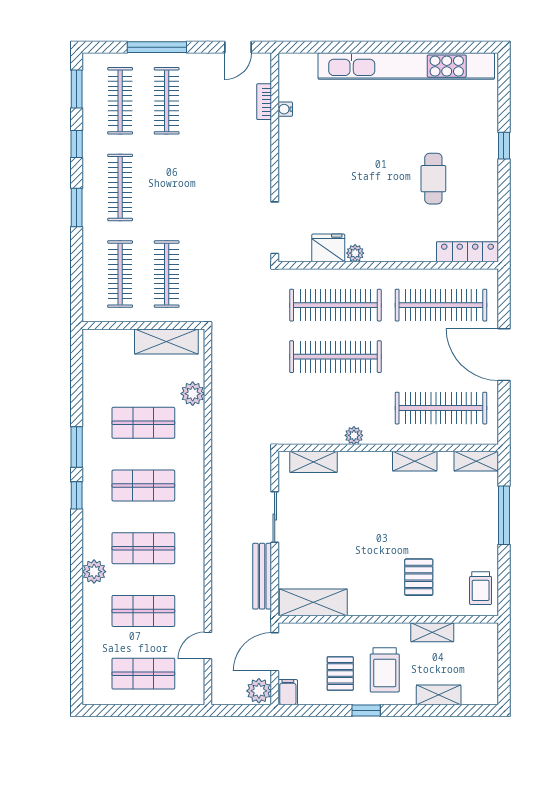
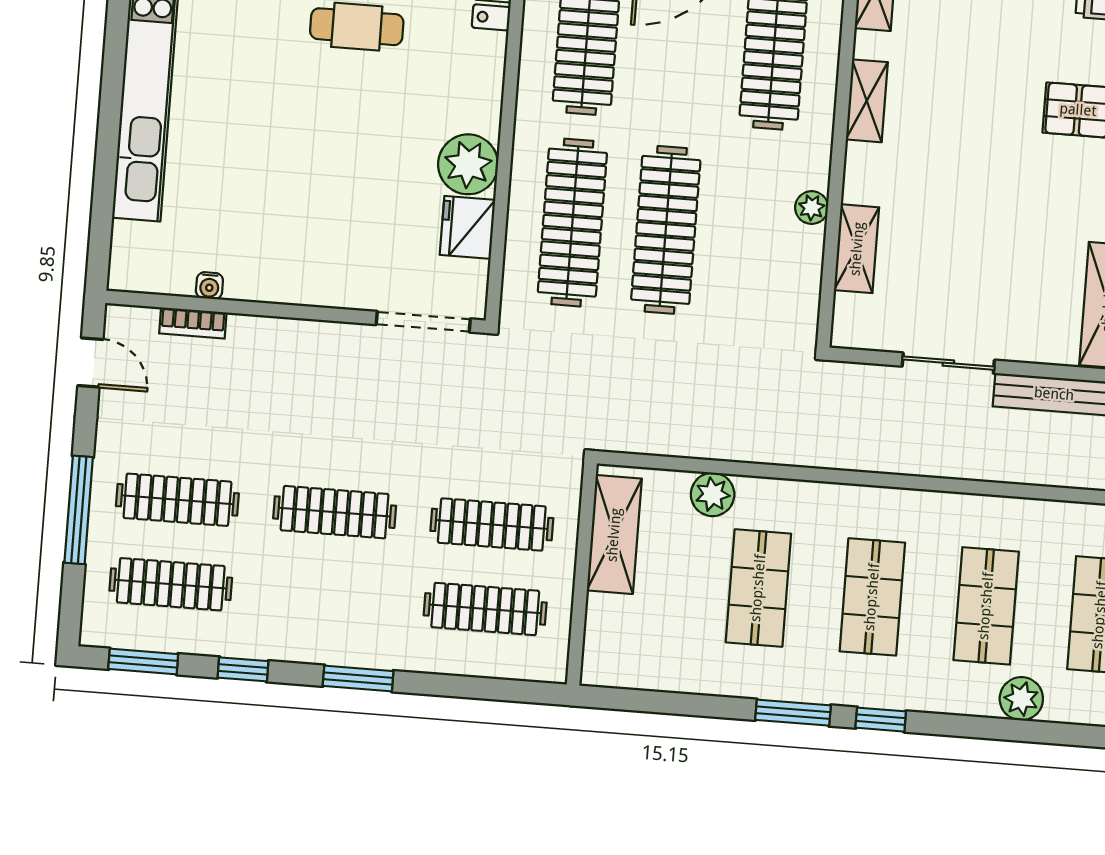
clothes rail: (120, 187) -> (335, 512), moved
plant: (355, 253) -> (468, 164), width x1.88, depth x1.88
shelving: (314, 462) -> (857, 249), moved

